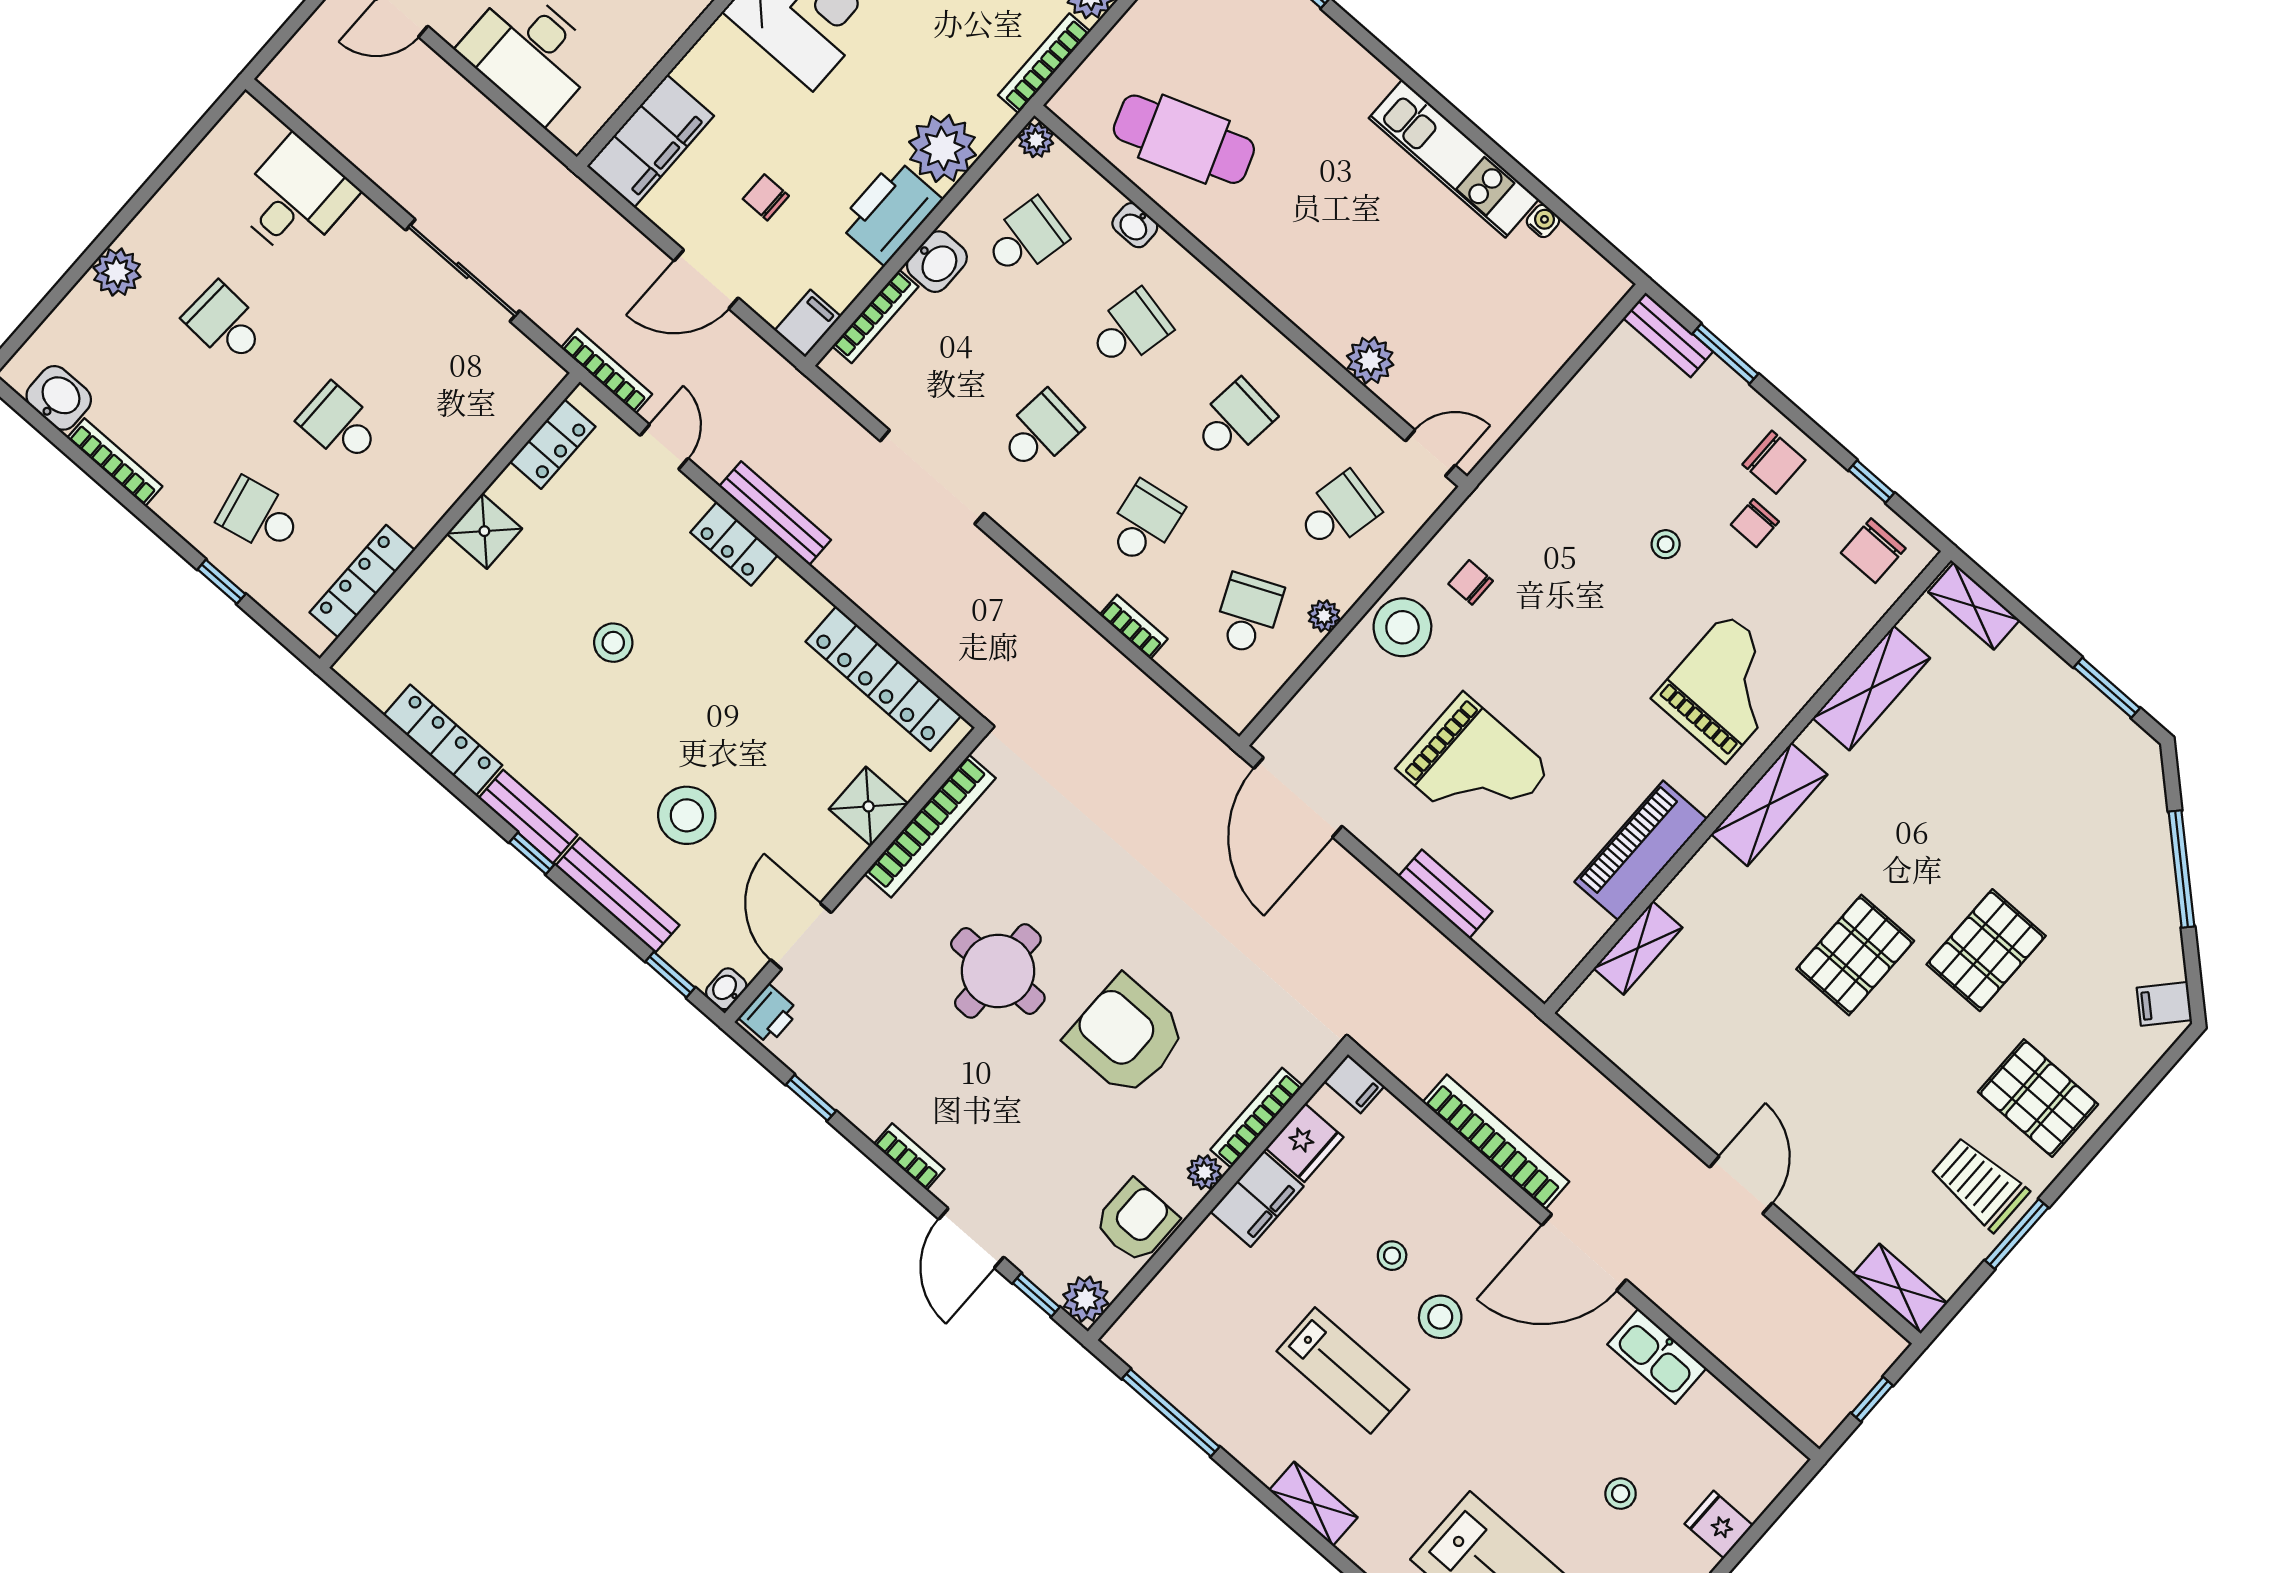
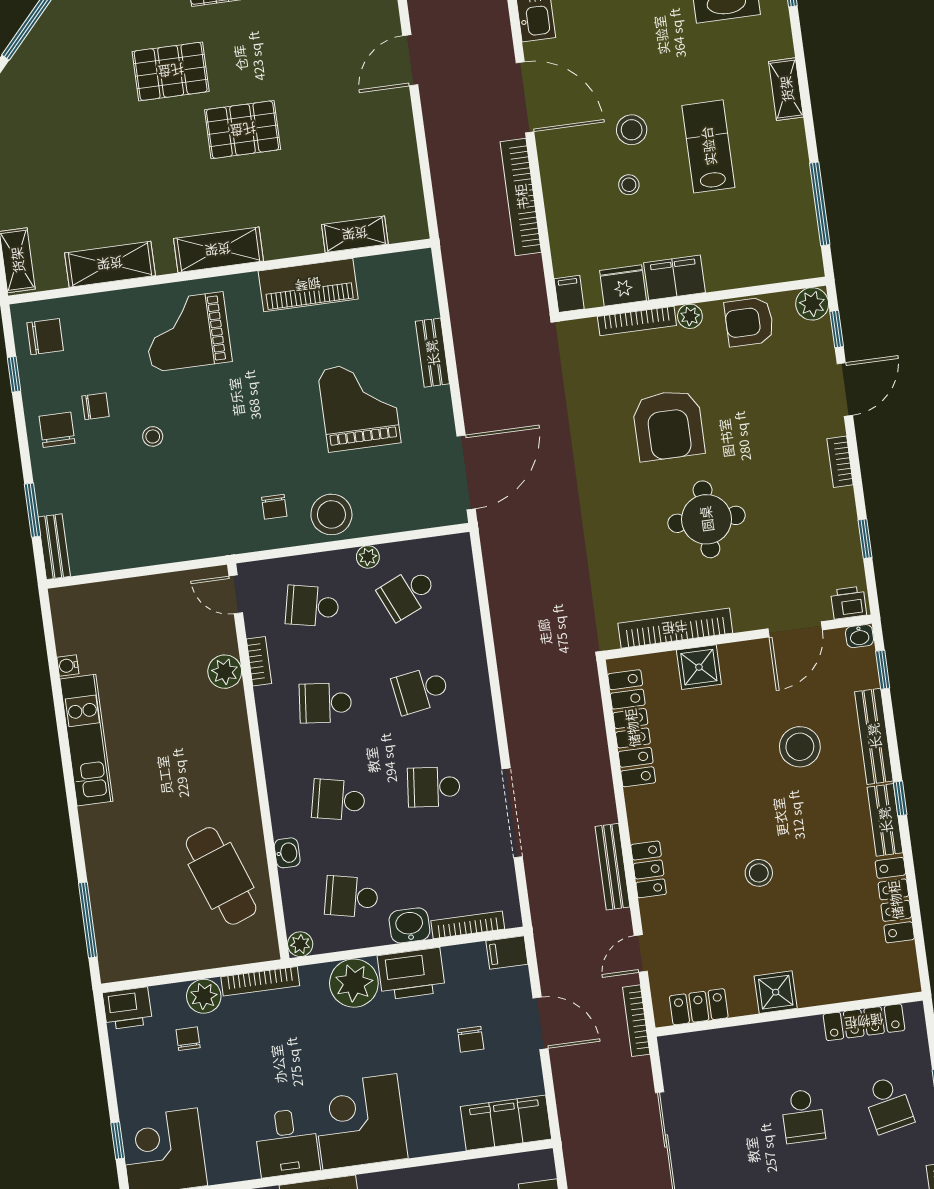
bookcase: (1134, 627) -> (259, 661), moved, turned 180

